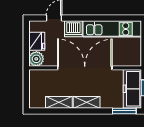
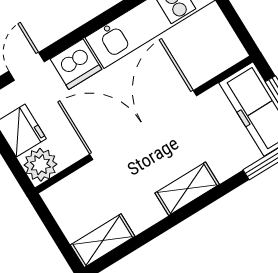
shelving: (59, 102) -> (103, 241), moved

